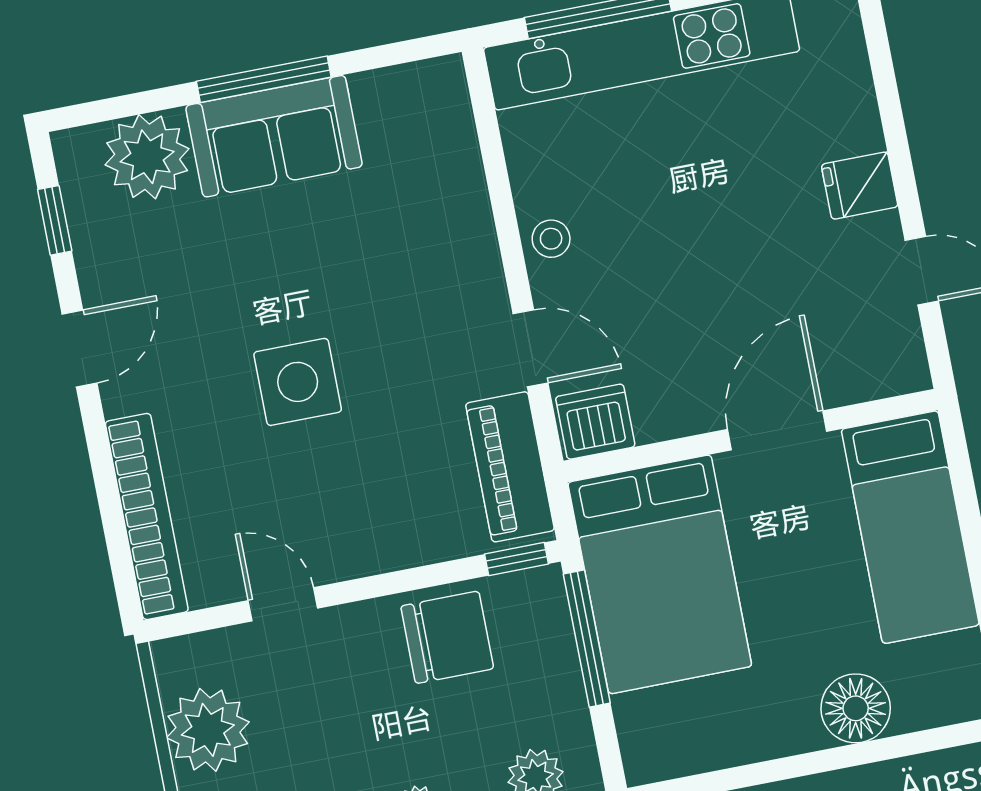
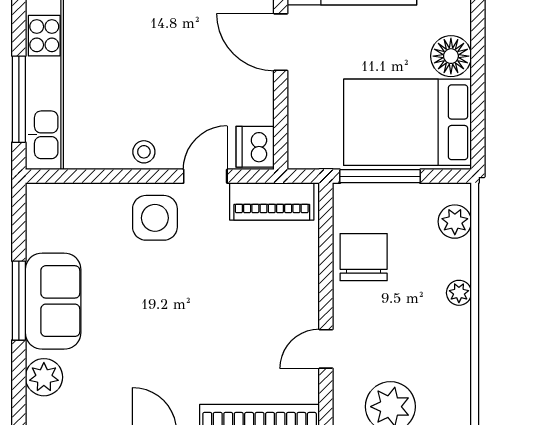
plant: (147, 157) -> (44, 377), width x0.73, depth x0.73
side table: (298, 382) -> (155, 218), moved
window: (516, 559) -> (326, 208), removed
bed: (660, 574) -> (408, 122), moved, turned 180
floor lamp: (856, 708) -> (451, 56), moved

